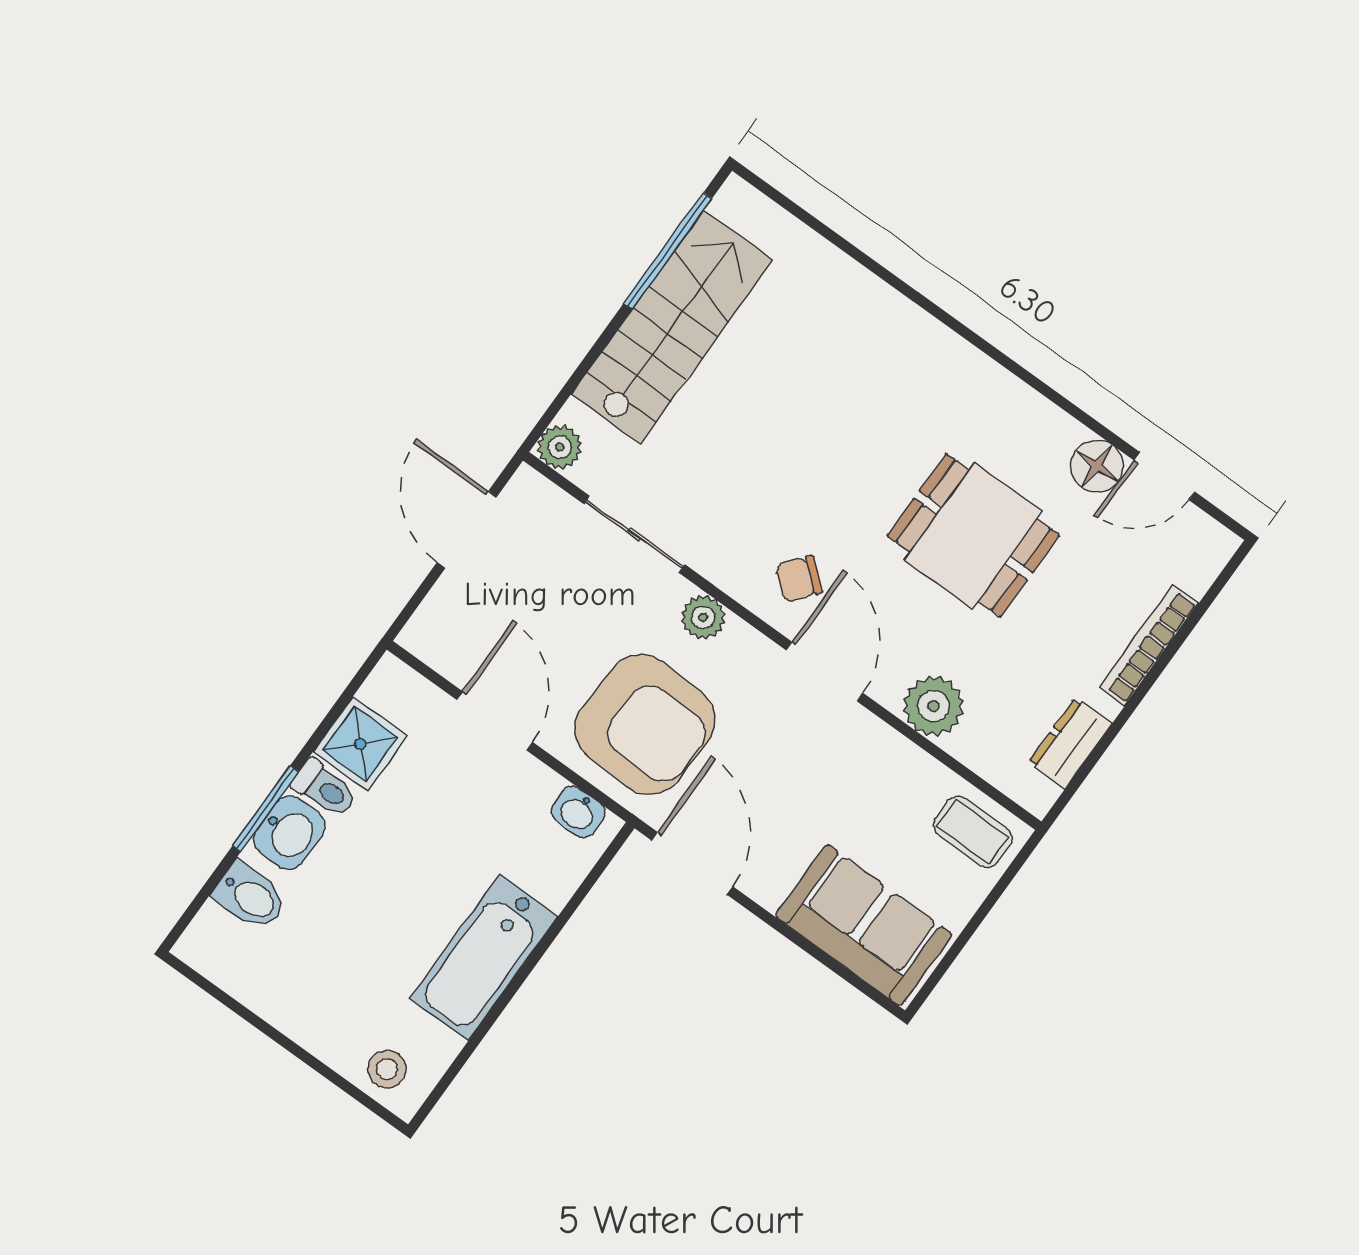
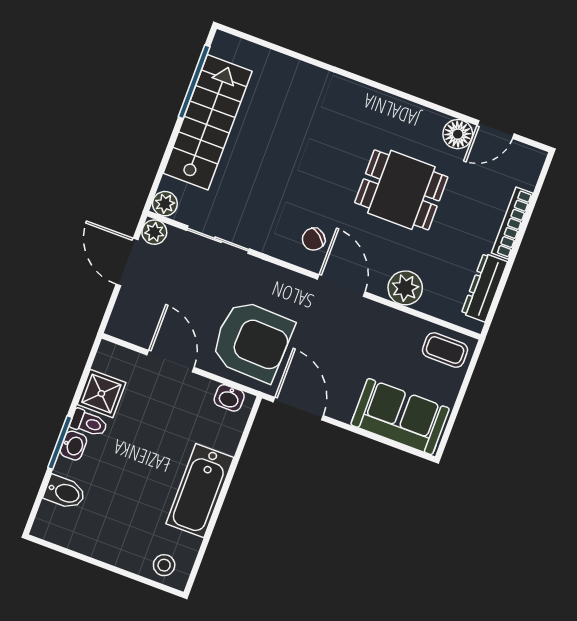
plant: (703, 617) -> (154, 232), moved
dresser: (1070, 743) -> (484, 288), width x1.44
washbasin: (289, 833) -> (73, 446), width x0.72, depth x0.69

